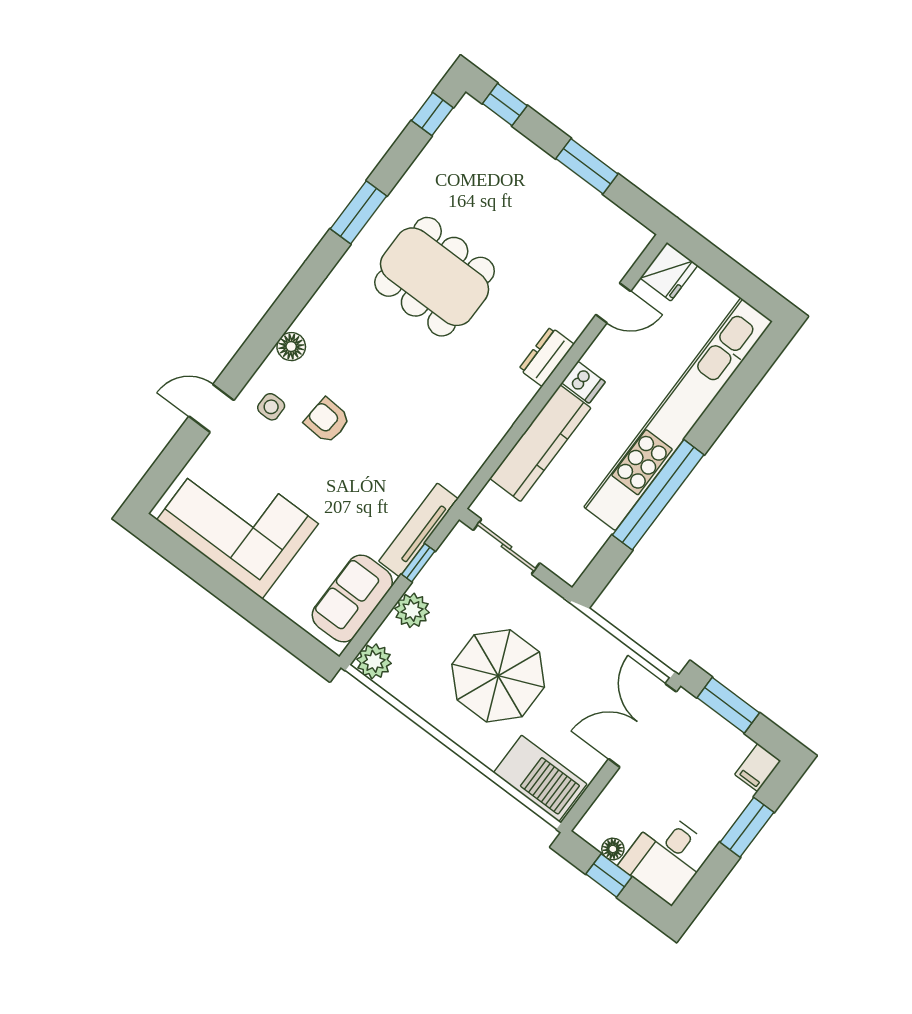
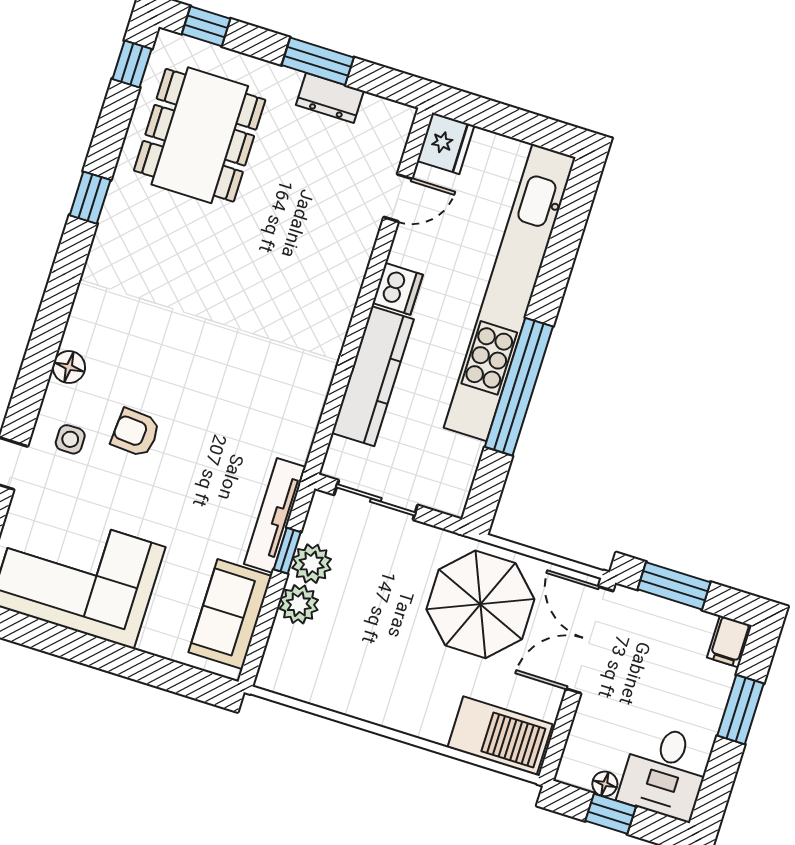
window: (358, 212) -> (90, 198), width x0.67
dining table: (435, 277) -> (200, 135), moved, turned 90
dresser: (546, 357) -> (330, 98), moved, turned -90
dishwasher: (583, 382) -> (398, 289), width x1.38
plant: (374, 661) -> (312, 564), moved
parasol: (498, 676) -> (480, 604), moved

